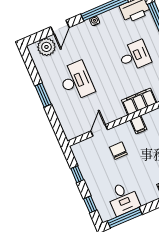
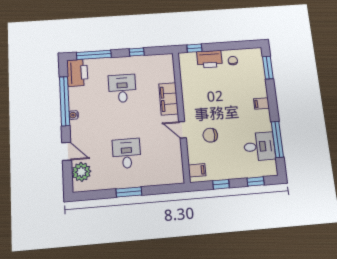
desk: (76, 81) -> (127, 153), width x0.73
filing cabinet: (138, 125) -> (197, 170), moved
door: (99, 130) -> (182, 130), moved
window: (125, 218) -> (277, 139), moved

